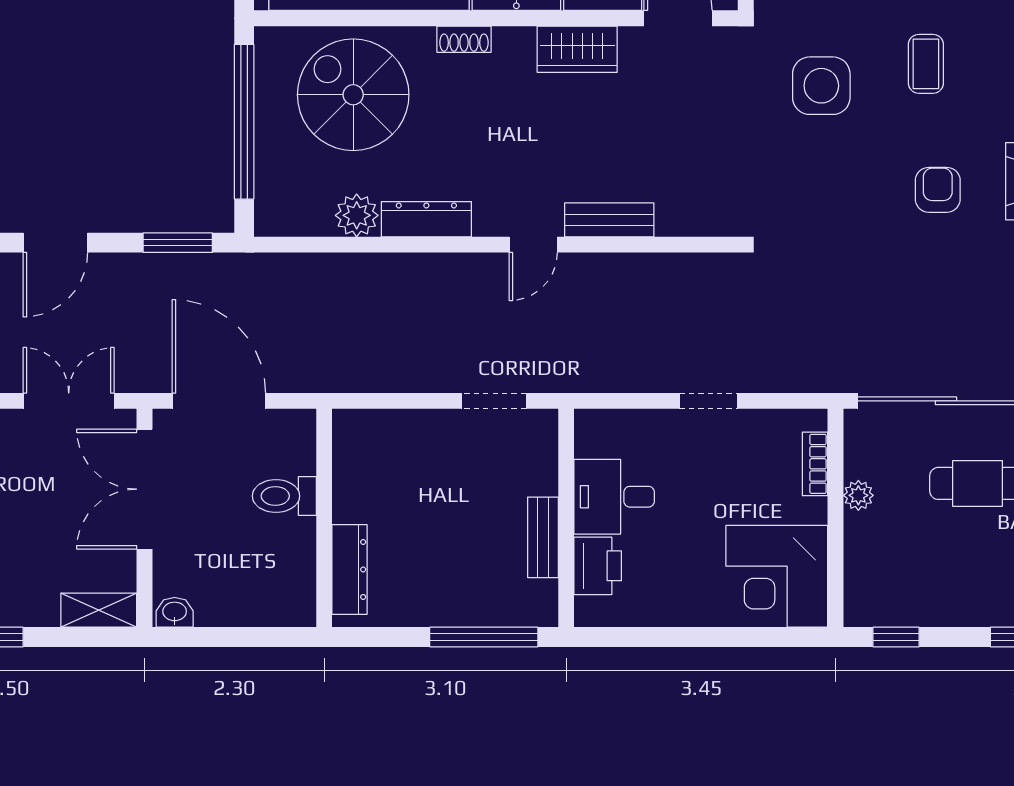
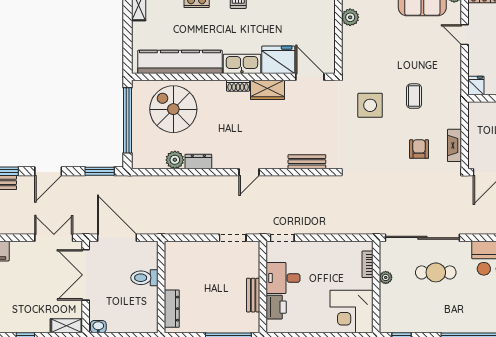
shoe rack: (464, 39) -> (238, 86), moved
dresser: (426, 219) -> (198, 161), width x0.70
bench: (609, 220) -> (307, 162), moved
doorway: (708, 401) -> (282, 238), moved

